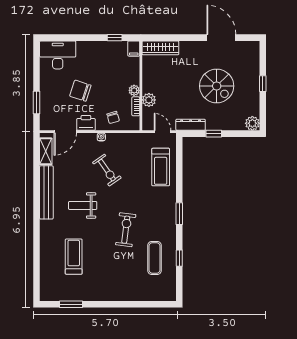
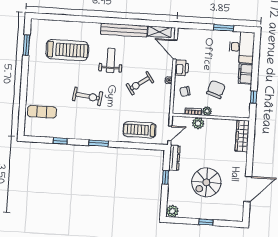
filing cabinet: (134, 49) -> (246, 74), moved, width x2.00
chair: (80, 91) -> (216, 89), moved
window: (37, 102) -> (224, 28), moved
treadmill: (74, 257) -> (67, 50), width x1.37, depth x1.38
exercise mat: (154, 258) -> (42, 112), moved

